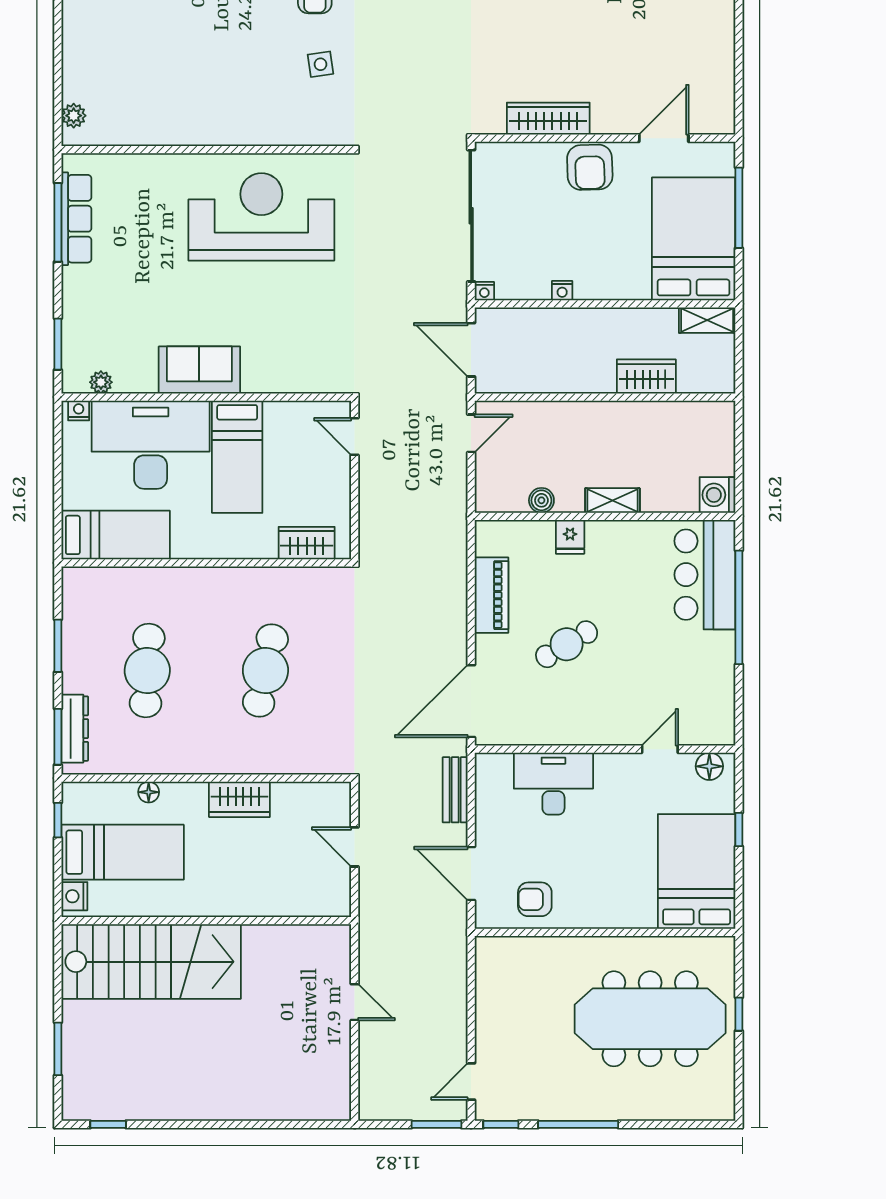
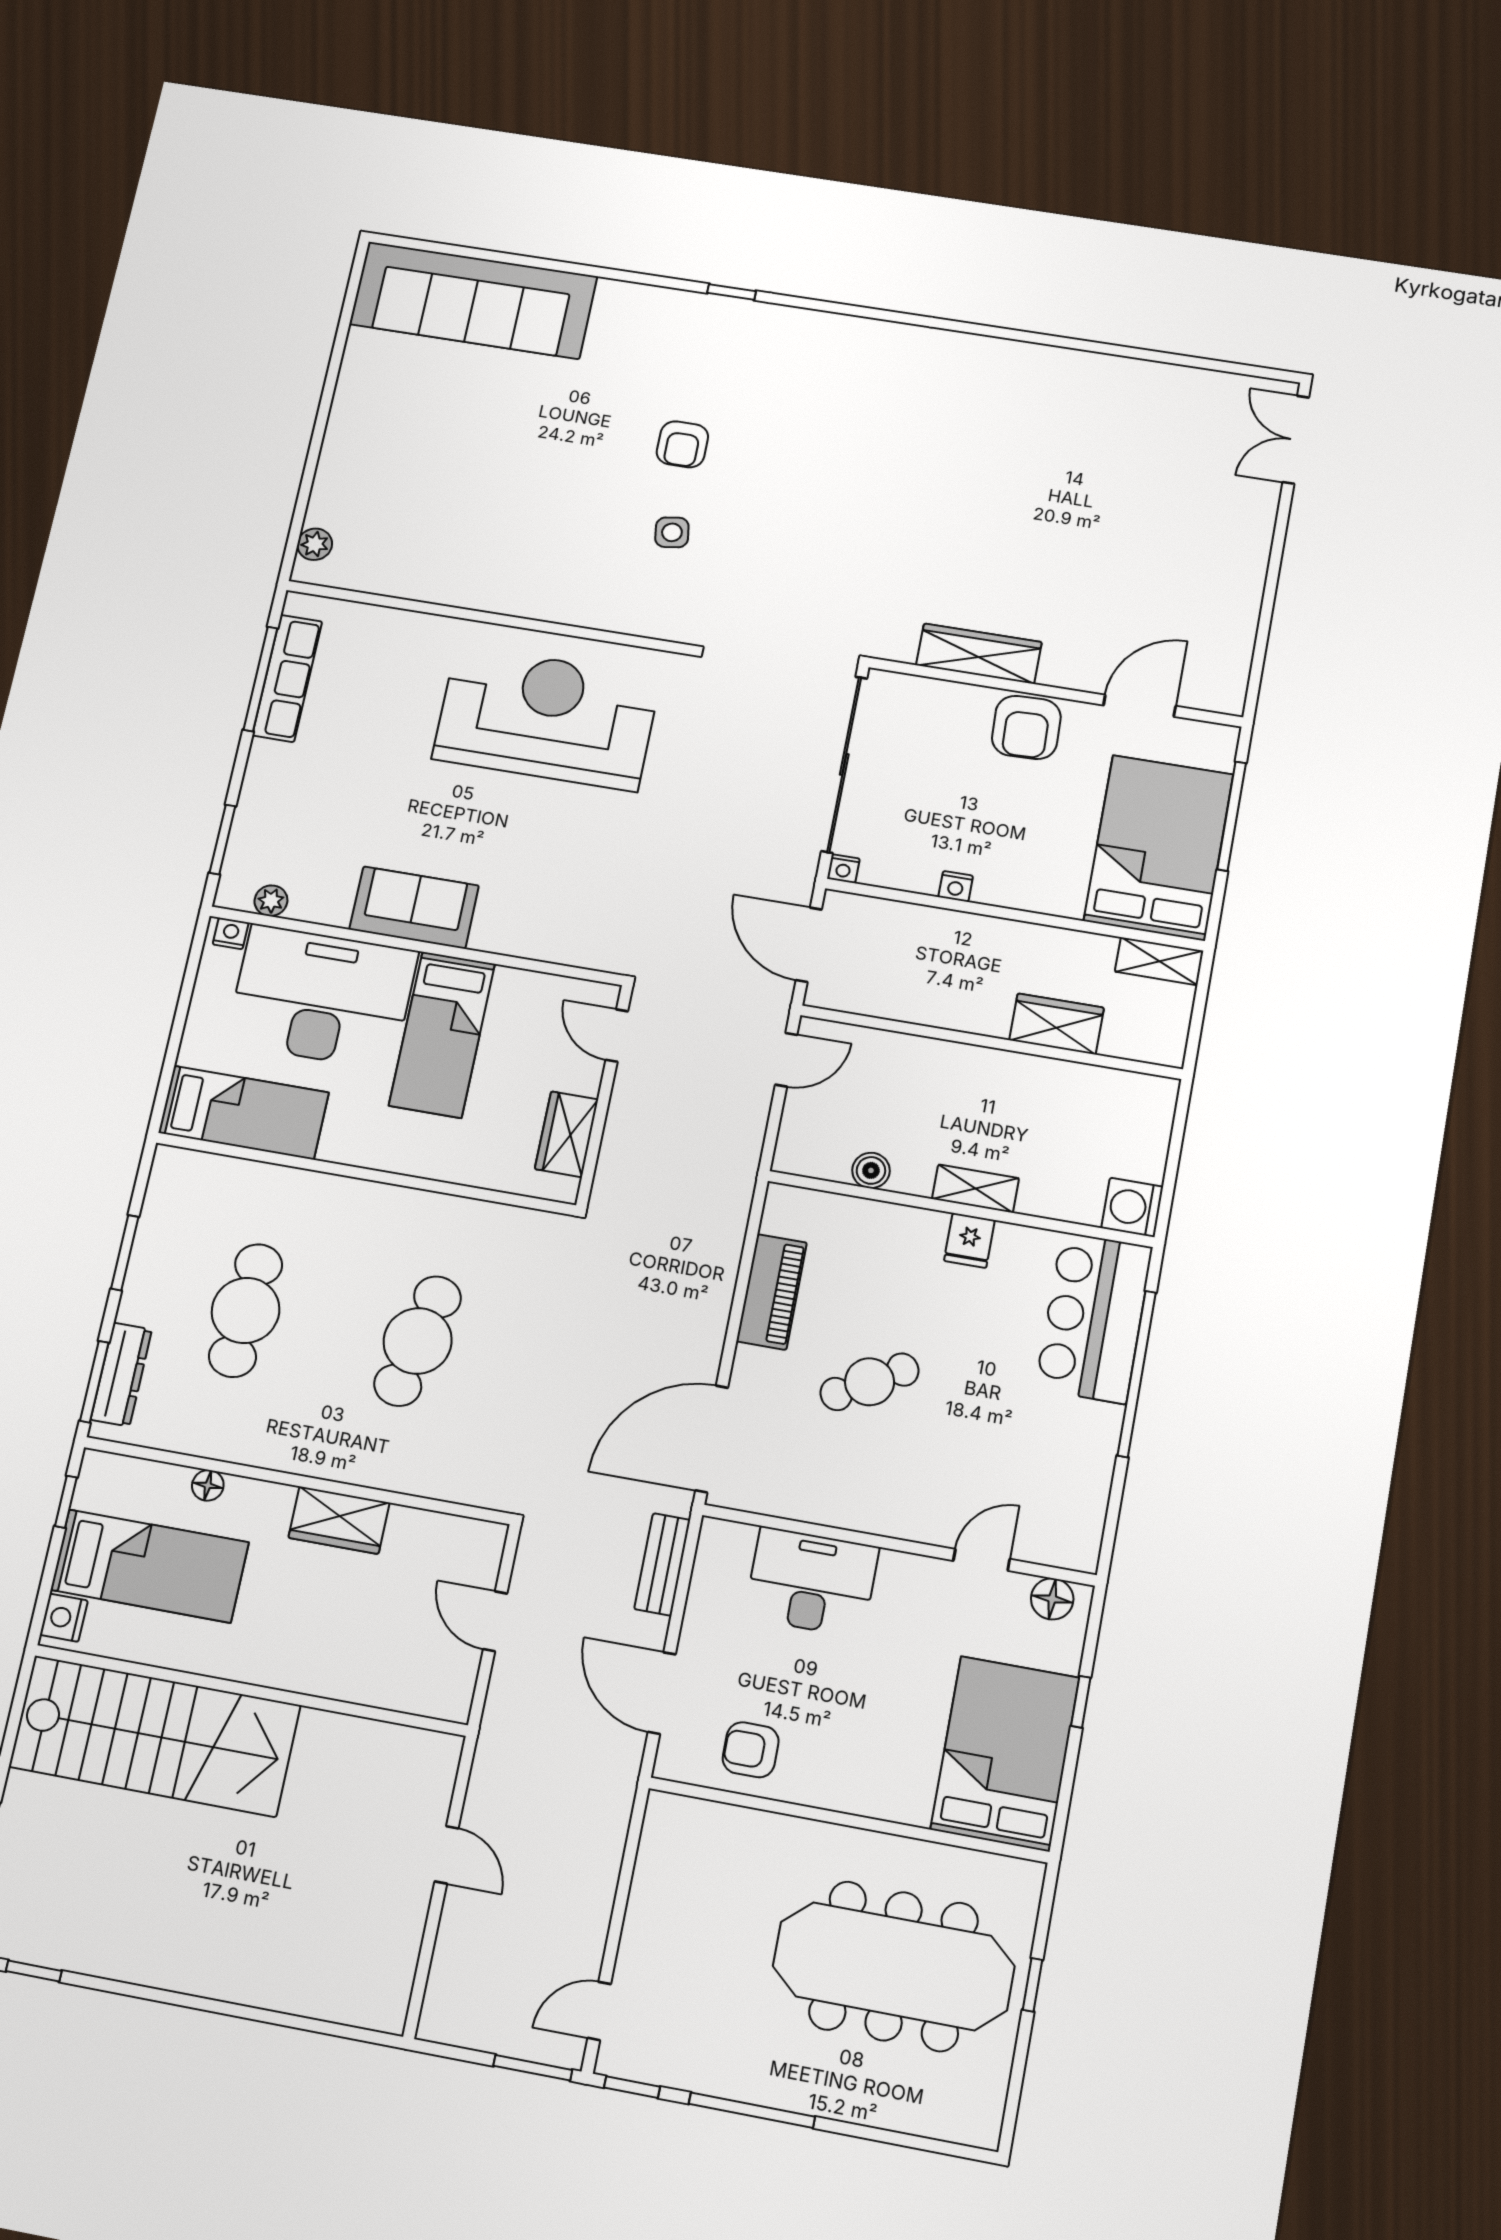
fridge: (570, 537) -> (969, 1240), moved
wardrobe: (307, 543) -> (567, 1134), moved, turned -90

